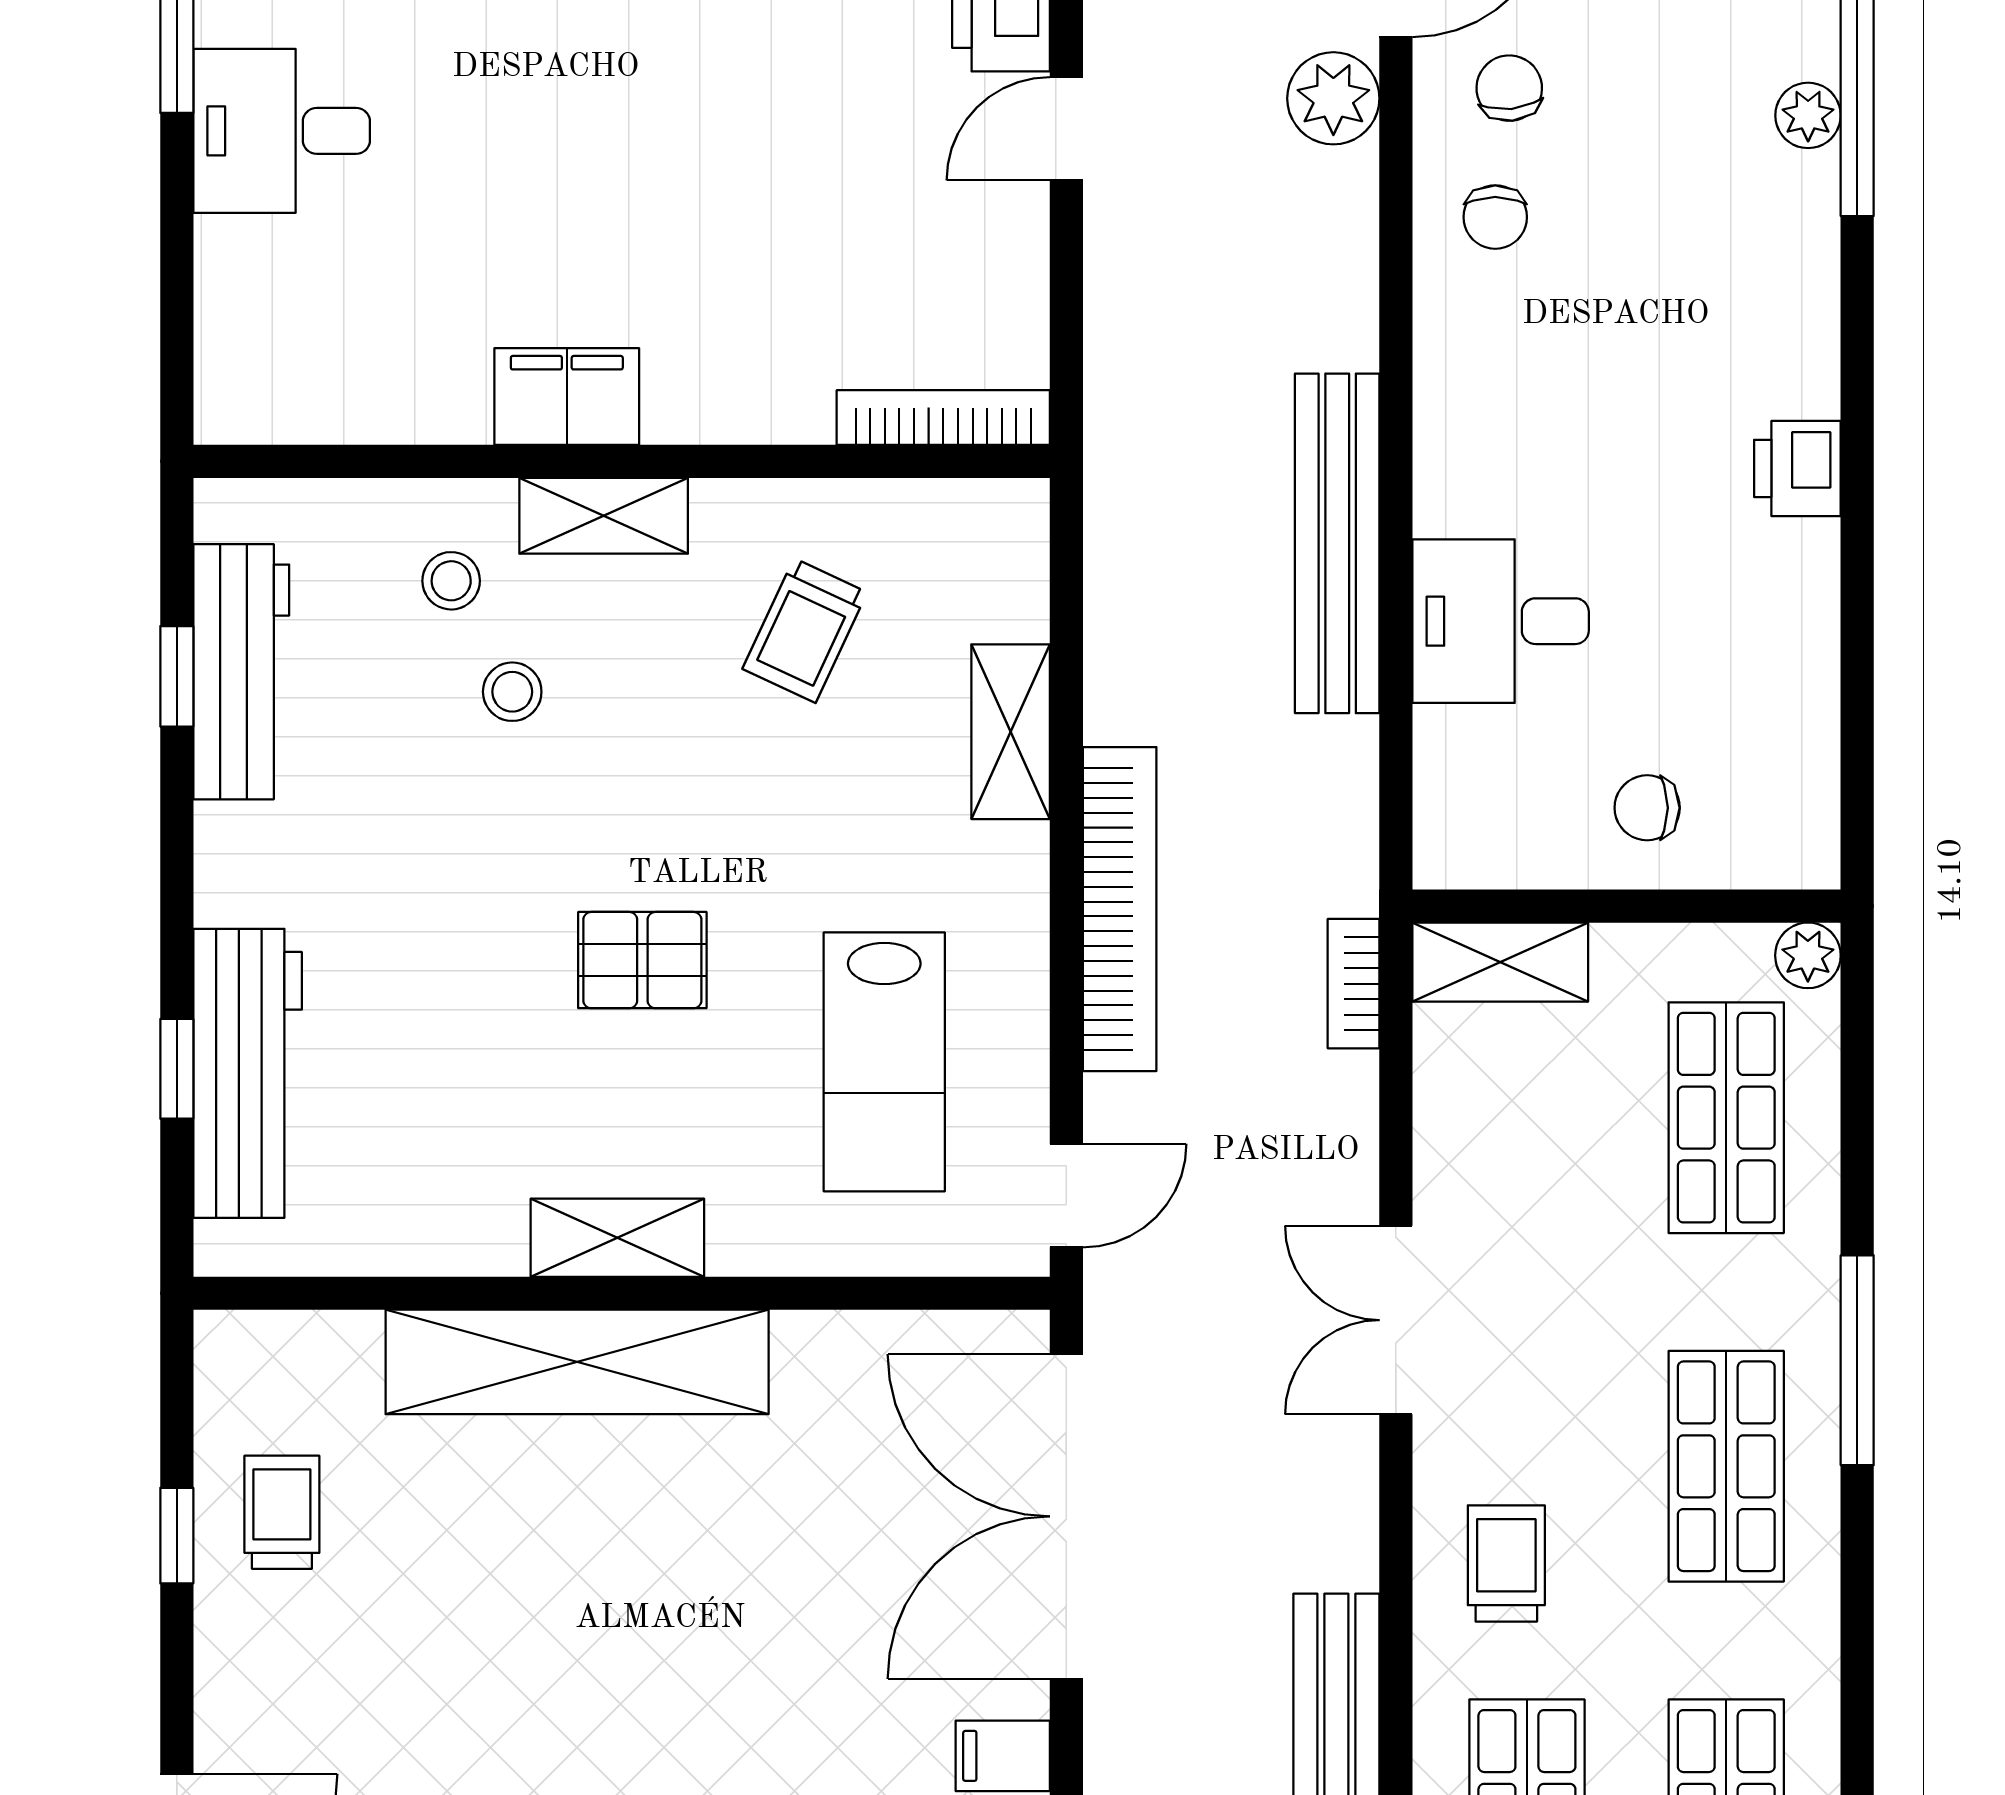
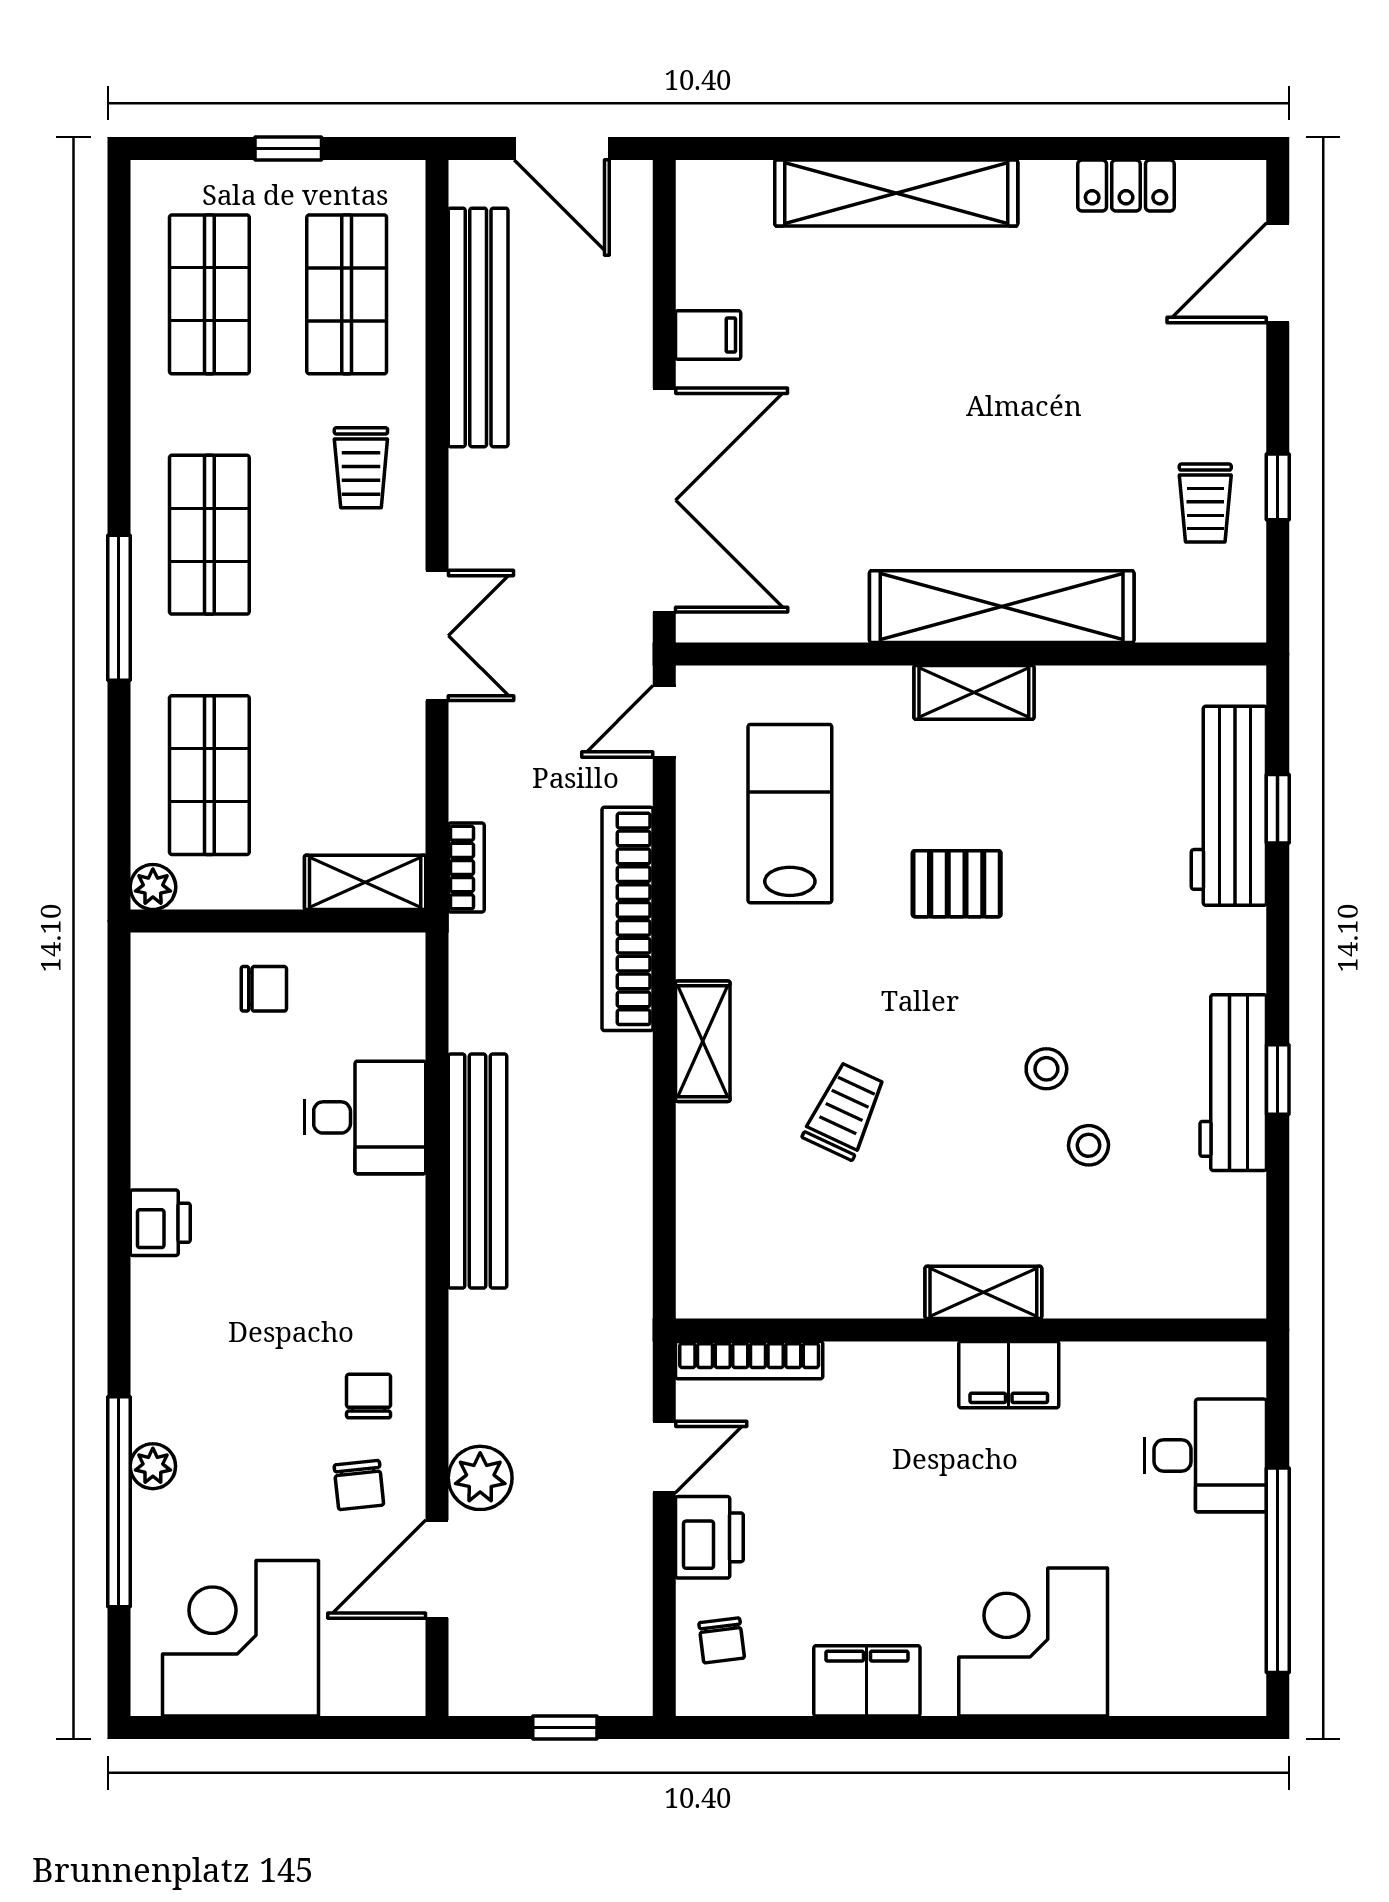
filing cabinet: (567, 397) -> (1009, 1375), moved
bookcase: (943, 418) -> (749, 1360), moved
wall: (622, 461) -> (971, 1330), moved
shelving: (604, 516) -> (983, 1292), moved

